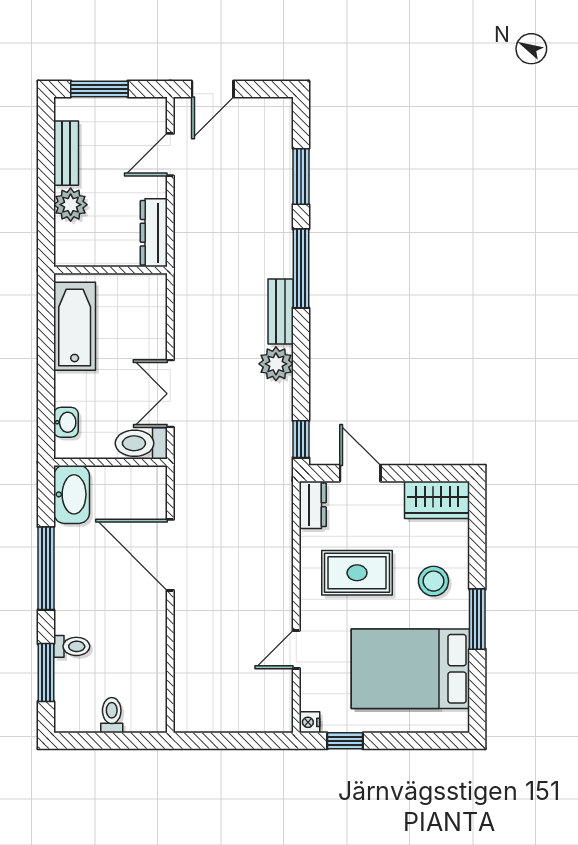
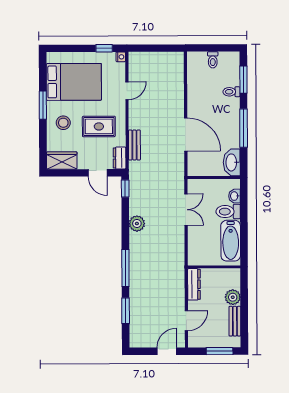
bench: (281, 312) -> (134, 145), moved
toilet: (141, 443) -> (228, 212), moved, turned 180

